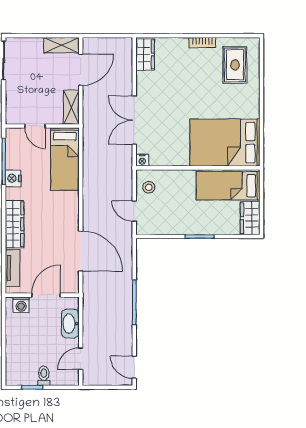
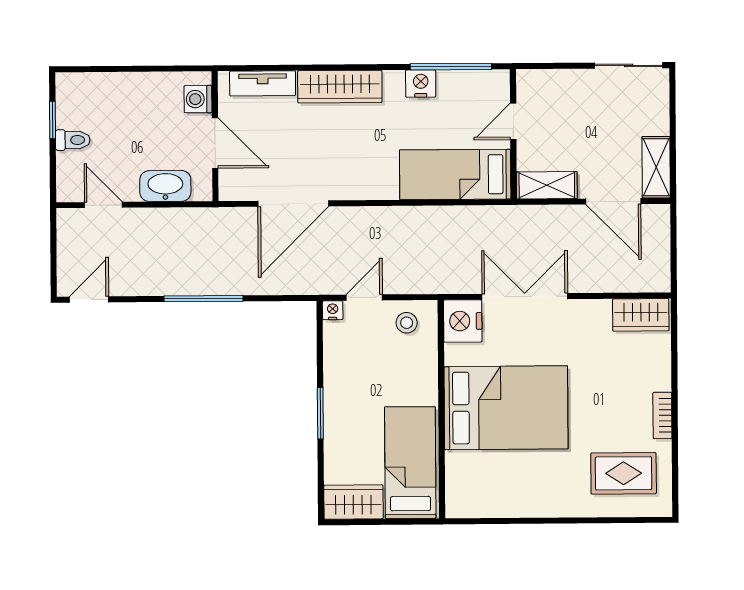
bed: (225, 143) -> (506, 408), moved, turned 90
nightstand: (142, 160) -> (463, 321), width x1.89, depth x1.79
nightstand: (141, 229) -> (333, 310), added

